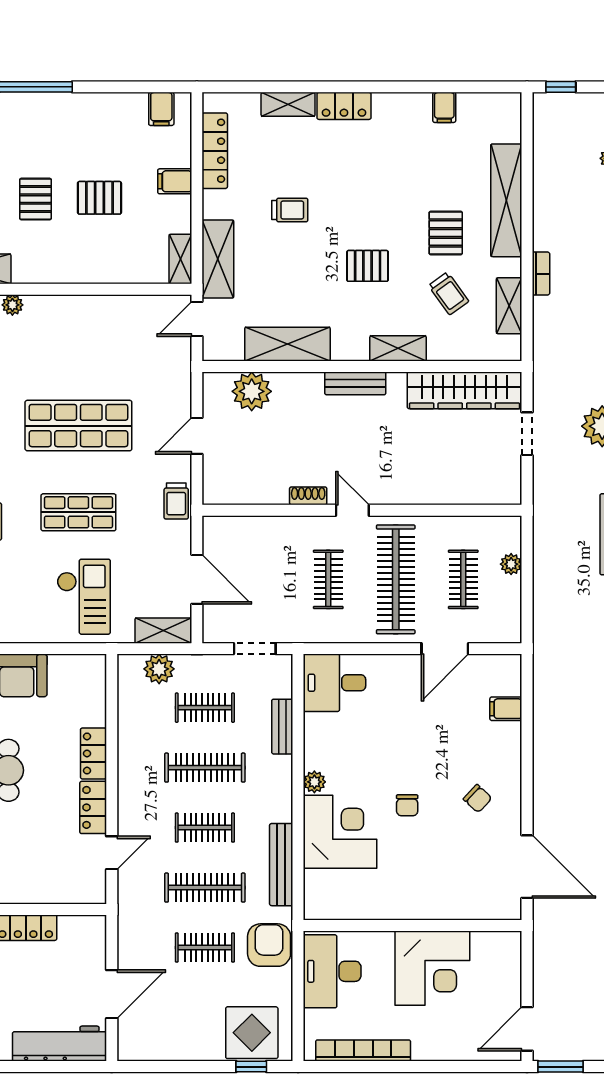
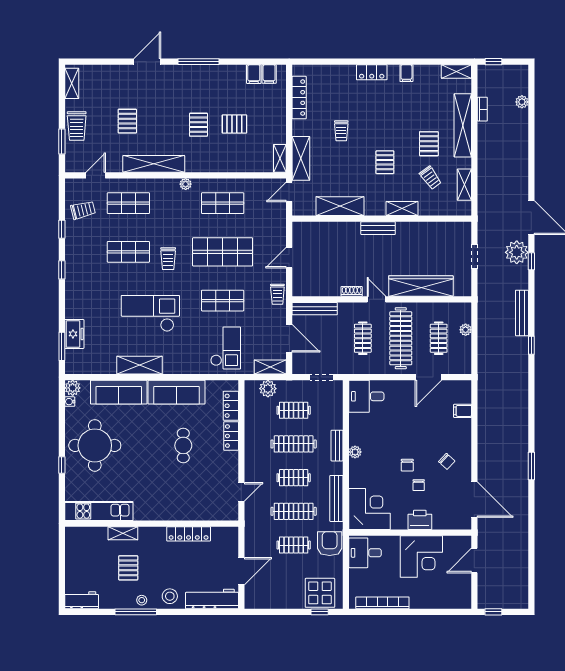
shelving: (288, 104) -> (456, 71), moved
filing cabinet: (444, 107) -> (406, 73), moved
filing cabinet: (175, 181) -> (254, 74), moved, turned -90
trolley: (290, 210) -> (341, 131), turned 90
pallet: (368, 266) -> (385, 162), turned 90
bookcase: (541, 274) -> (482, 109), moved
shop shelf: (78, 339) -> (223, 203), added
wardrobe: (465, 390) -> (421, 286), moved, turned 180
plant: (252, 391) -> (320, 233), removed
bench: (242, 527) -> (315, 309), added
bench: (282, 727) -> (337, 446), moved
locker: (93, 807) -> (231, 406), moved
corner desk: (340, 832) -> (369, 509), moved
chair: (428, 841) -> (419, 485), added
printer: (430, 903) -> (420, 520), added
desk: (332, 971) -> (365, 553), width x0.73
door: (527, 1029) -> (474, 560), moved
window: (560, 1067) -> (493, 612), width x0.67

